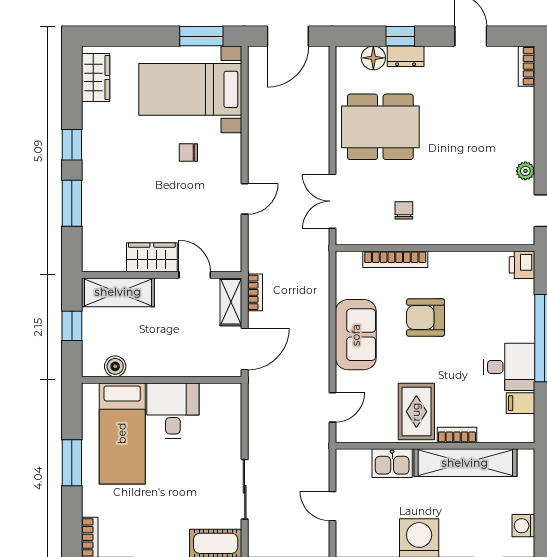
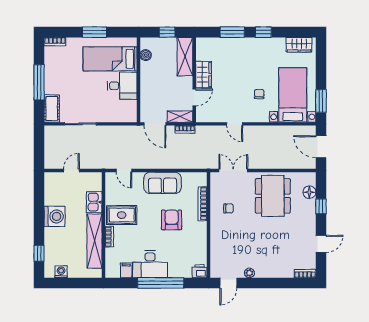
dresser: (406, 56) -> (310, 209), removed
desk: (509, 367) -> (150, 264), width x1.37

